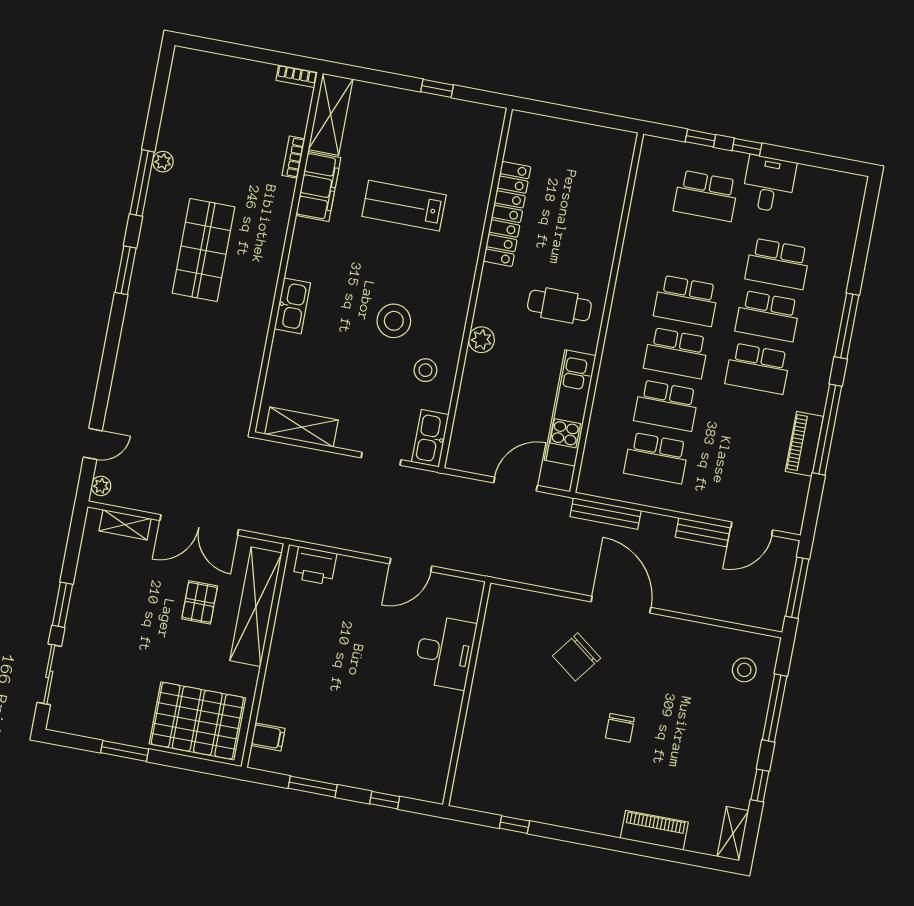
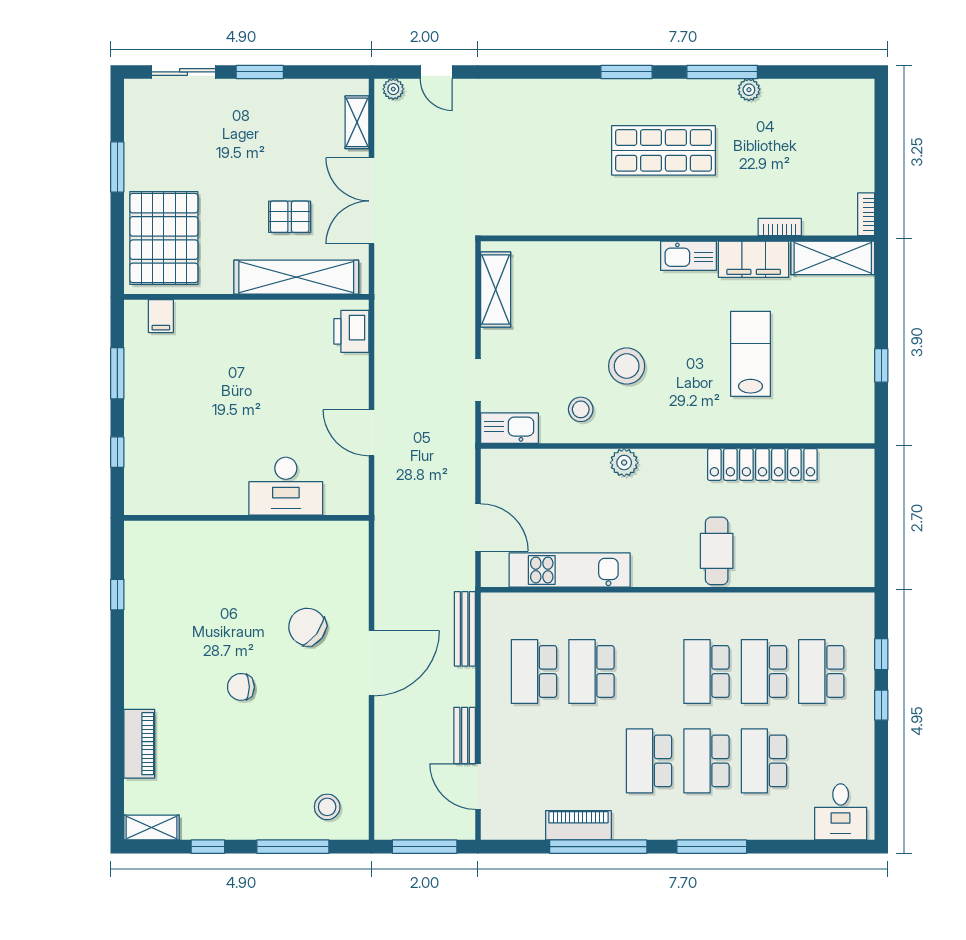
desk: (769, 184) -> (841, 812), moved, turned 90
kitchen sink: (292, 306) -> (688, 256), moved
cafe table: (559, 306) -> (717, 551), moved
school desk: (676, 353) -> (764, 671), moved

